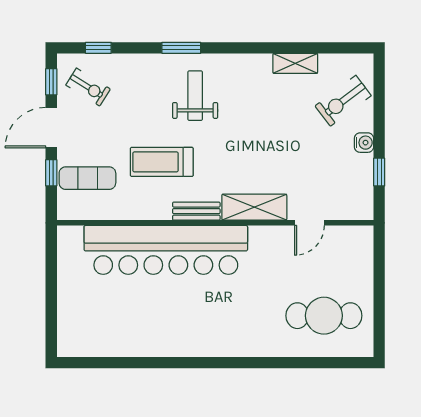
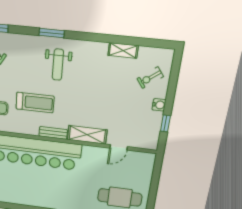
weight bench: (195, 96) -> (58, 65), turned 180
exercise bike: (343, 101) -> (150, 78), width x0.73, depth x0.72
treadmill: (162, 162) -> (35, 103), turned 180

